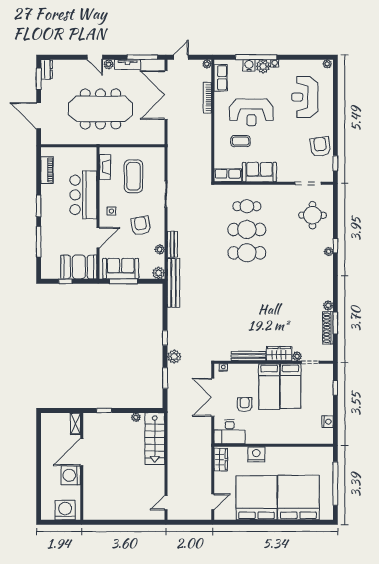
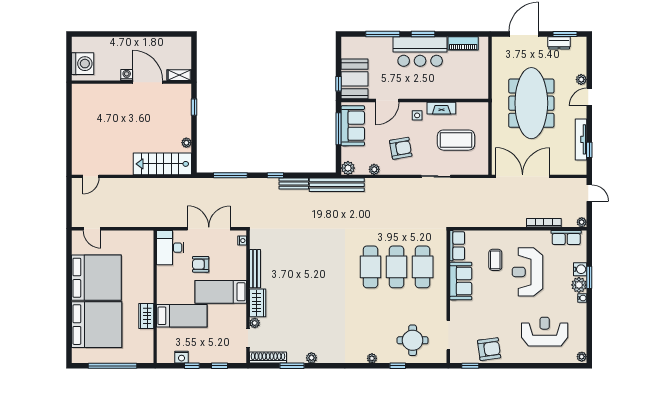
window: (142, 57) -> (589, 150), width x0.46
window: (256, 57) -> (589, 277), width x0.47
plant: (109, 64) -> (581, 80), moved
tv unit: (128, 64) -> (581, 139), width x1.41
dresser: (47, 69) -> (559, 43), moved
double door: (166, 95) -> (523, 176), moved
fireplace: (105, 167) -> (441, 108), moved
bar counter: (83, 195) -> (420, 52), moved, turned 180
cafe table: (247, 206) -> (423, 267), width x1.37, depth x1.35
door: (98, 238) -> (387, 100), hinge flipped
bench: (172, 244) -> (294, 184), moved
window: (335, 246) -> (398, 366), moved
window: (65, 281) -> (339, 84), moved
shoe rack: (328, 328) -> (268, 358), moved
plant: (174, 357) -> (254, 186), removed
window: (165, 378) -> (230, 175), width x1.44
bed: (290, 386) -> (182, 316), moved, turned 180
armchair: (245, 405) -> (201, 264), turned 180
window: (335, 412) -> (192, 366), added
nightstand: (256, 454) -> (145, 277), removed
wardrobe: (221, 460) -> (146, 316), moved, turned 90
washing machine: (71, 475) -> (127, 75), width x0.53, depth x0.53
door: (166, 503) -> (91, 176), swing flipped

